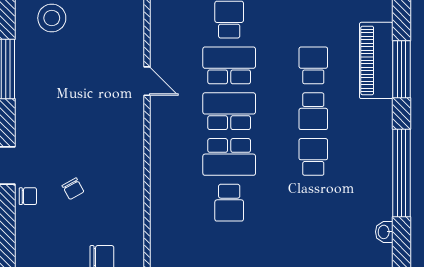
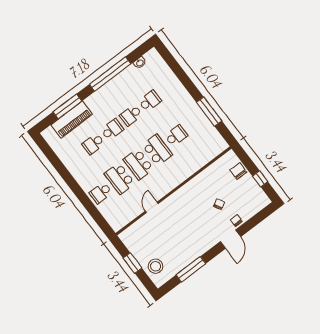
school desk: (313, 203) -> (150, 101), added

